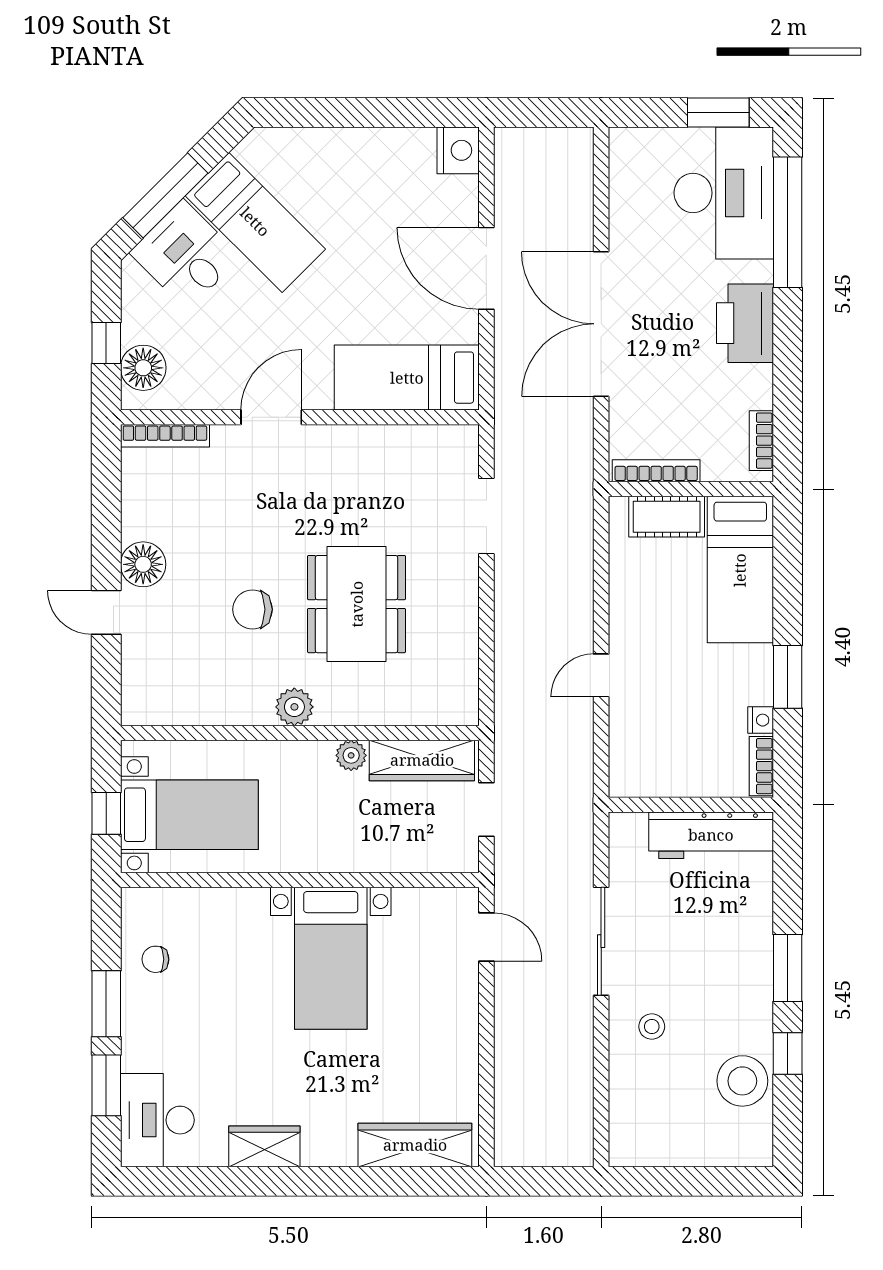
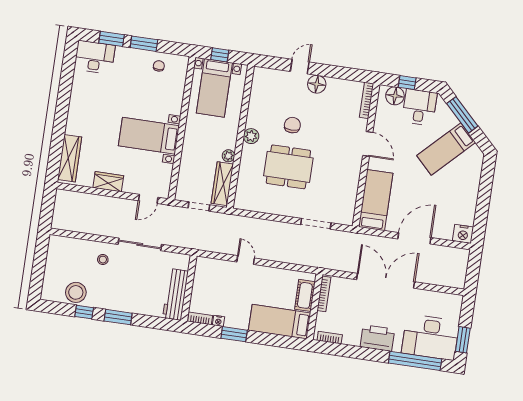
desk: (185, 255) -> (419, 107), moved, turned -45
wardrobe: (264, 1146) -> (108, 182), moved, turned -90

